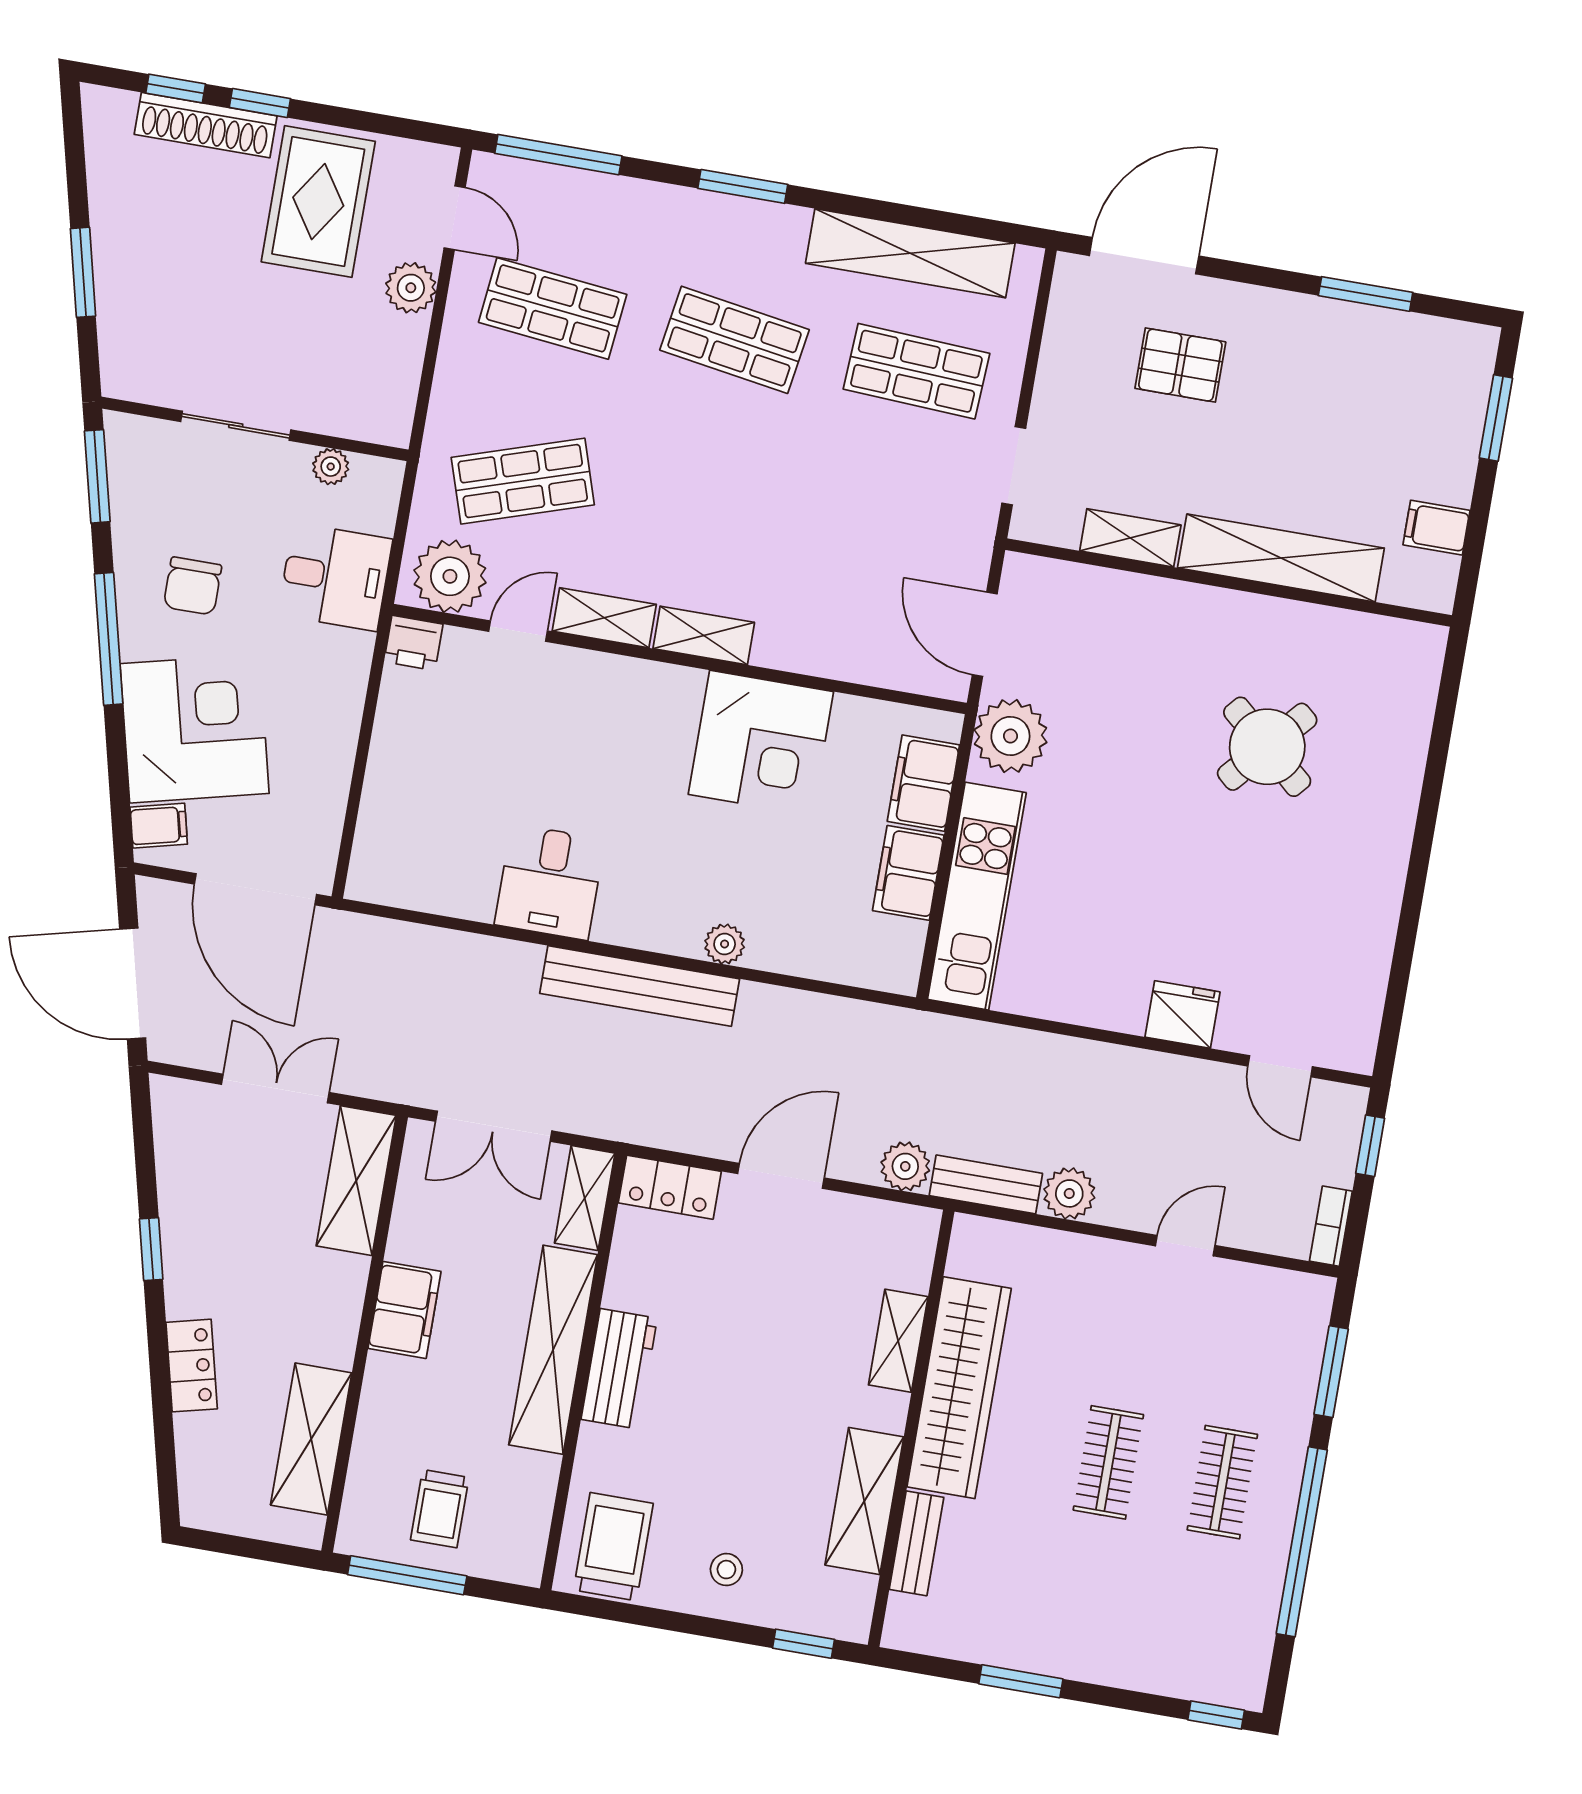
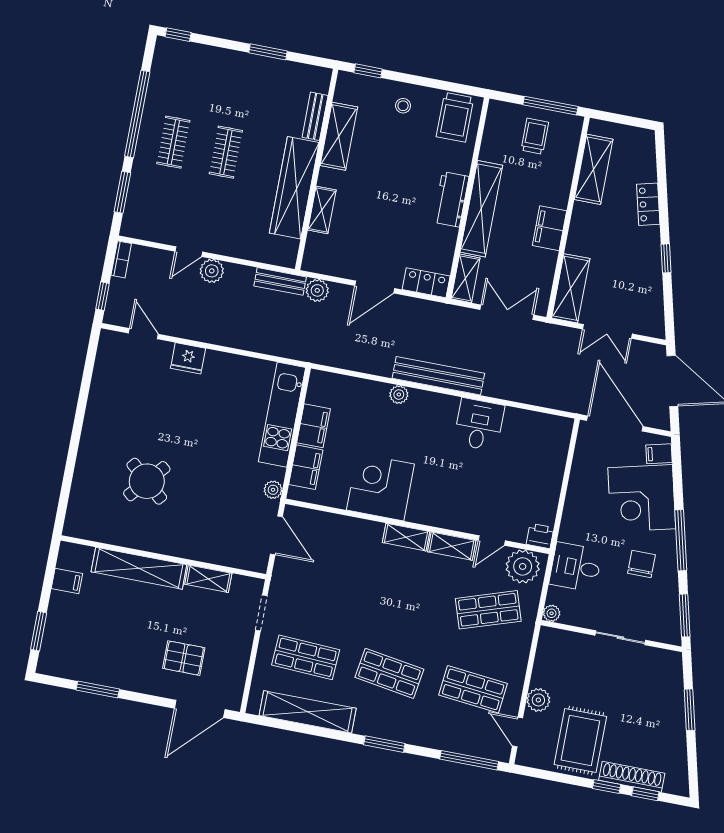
plant: (331, 467) -> (552, 613), moved
plant: (1010, 736) -> (273, 490), width x0.53, depth x0.53
plant: (1069, 1193) -> (212, 271), moved

